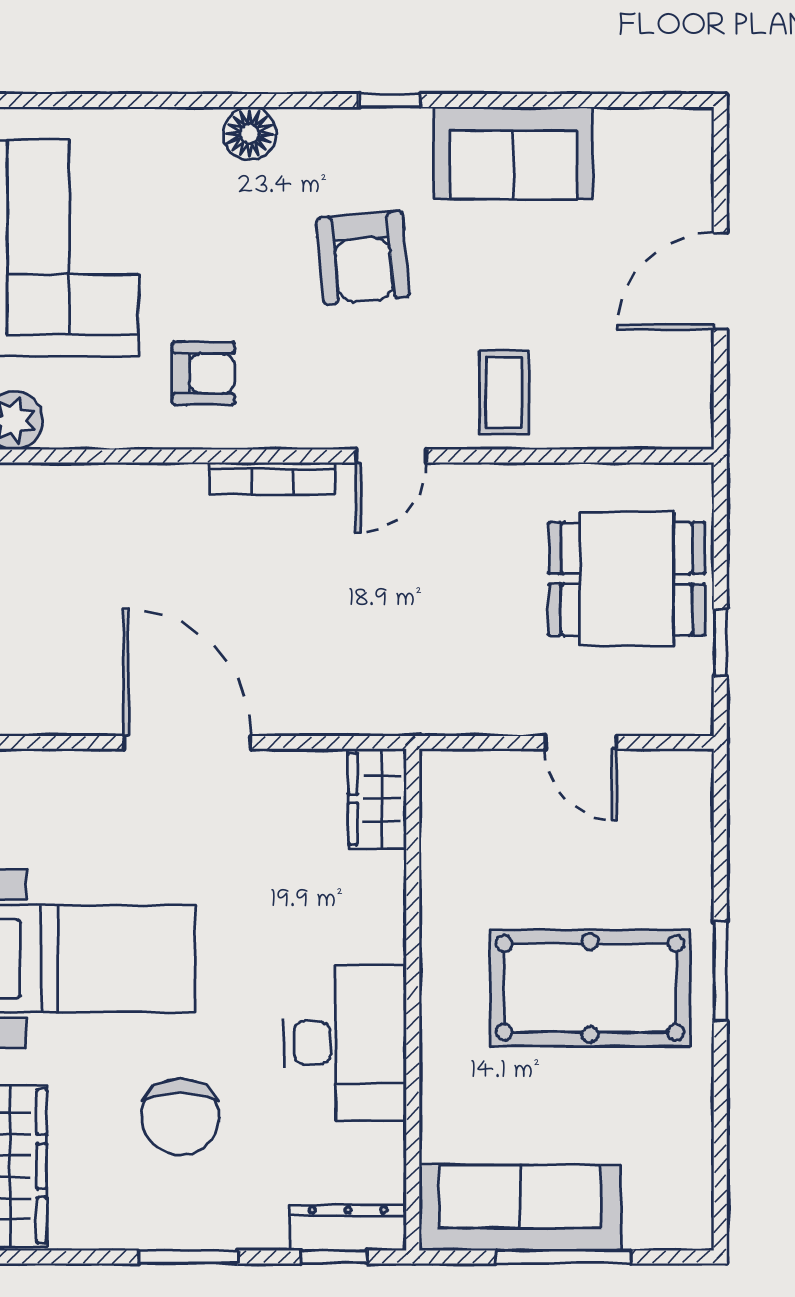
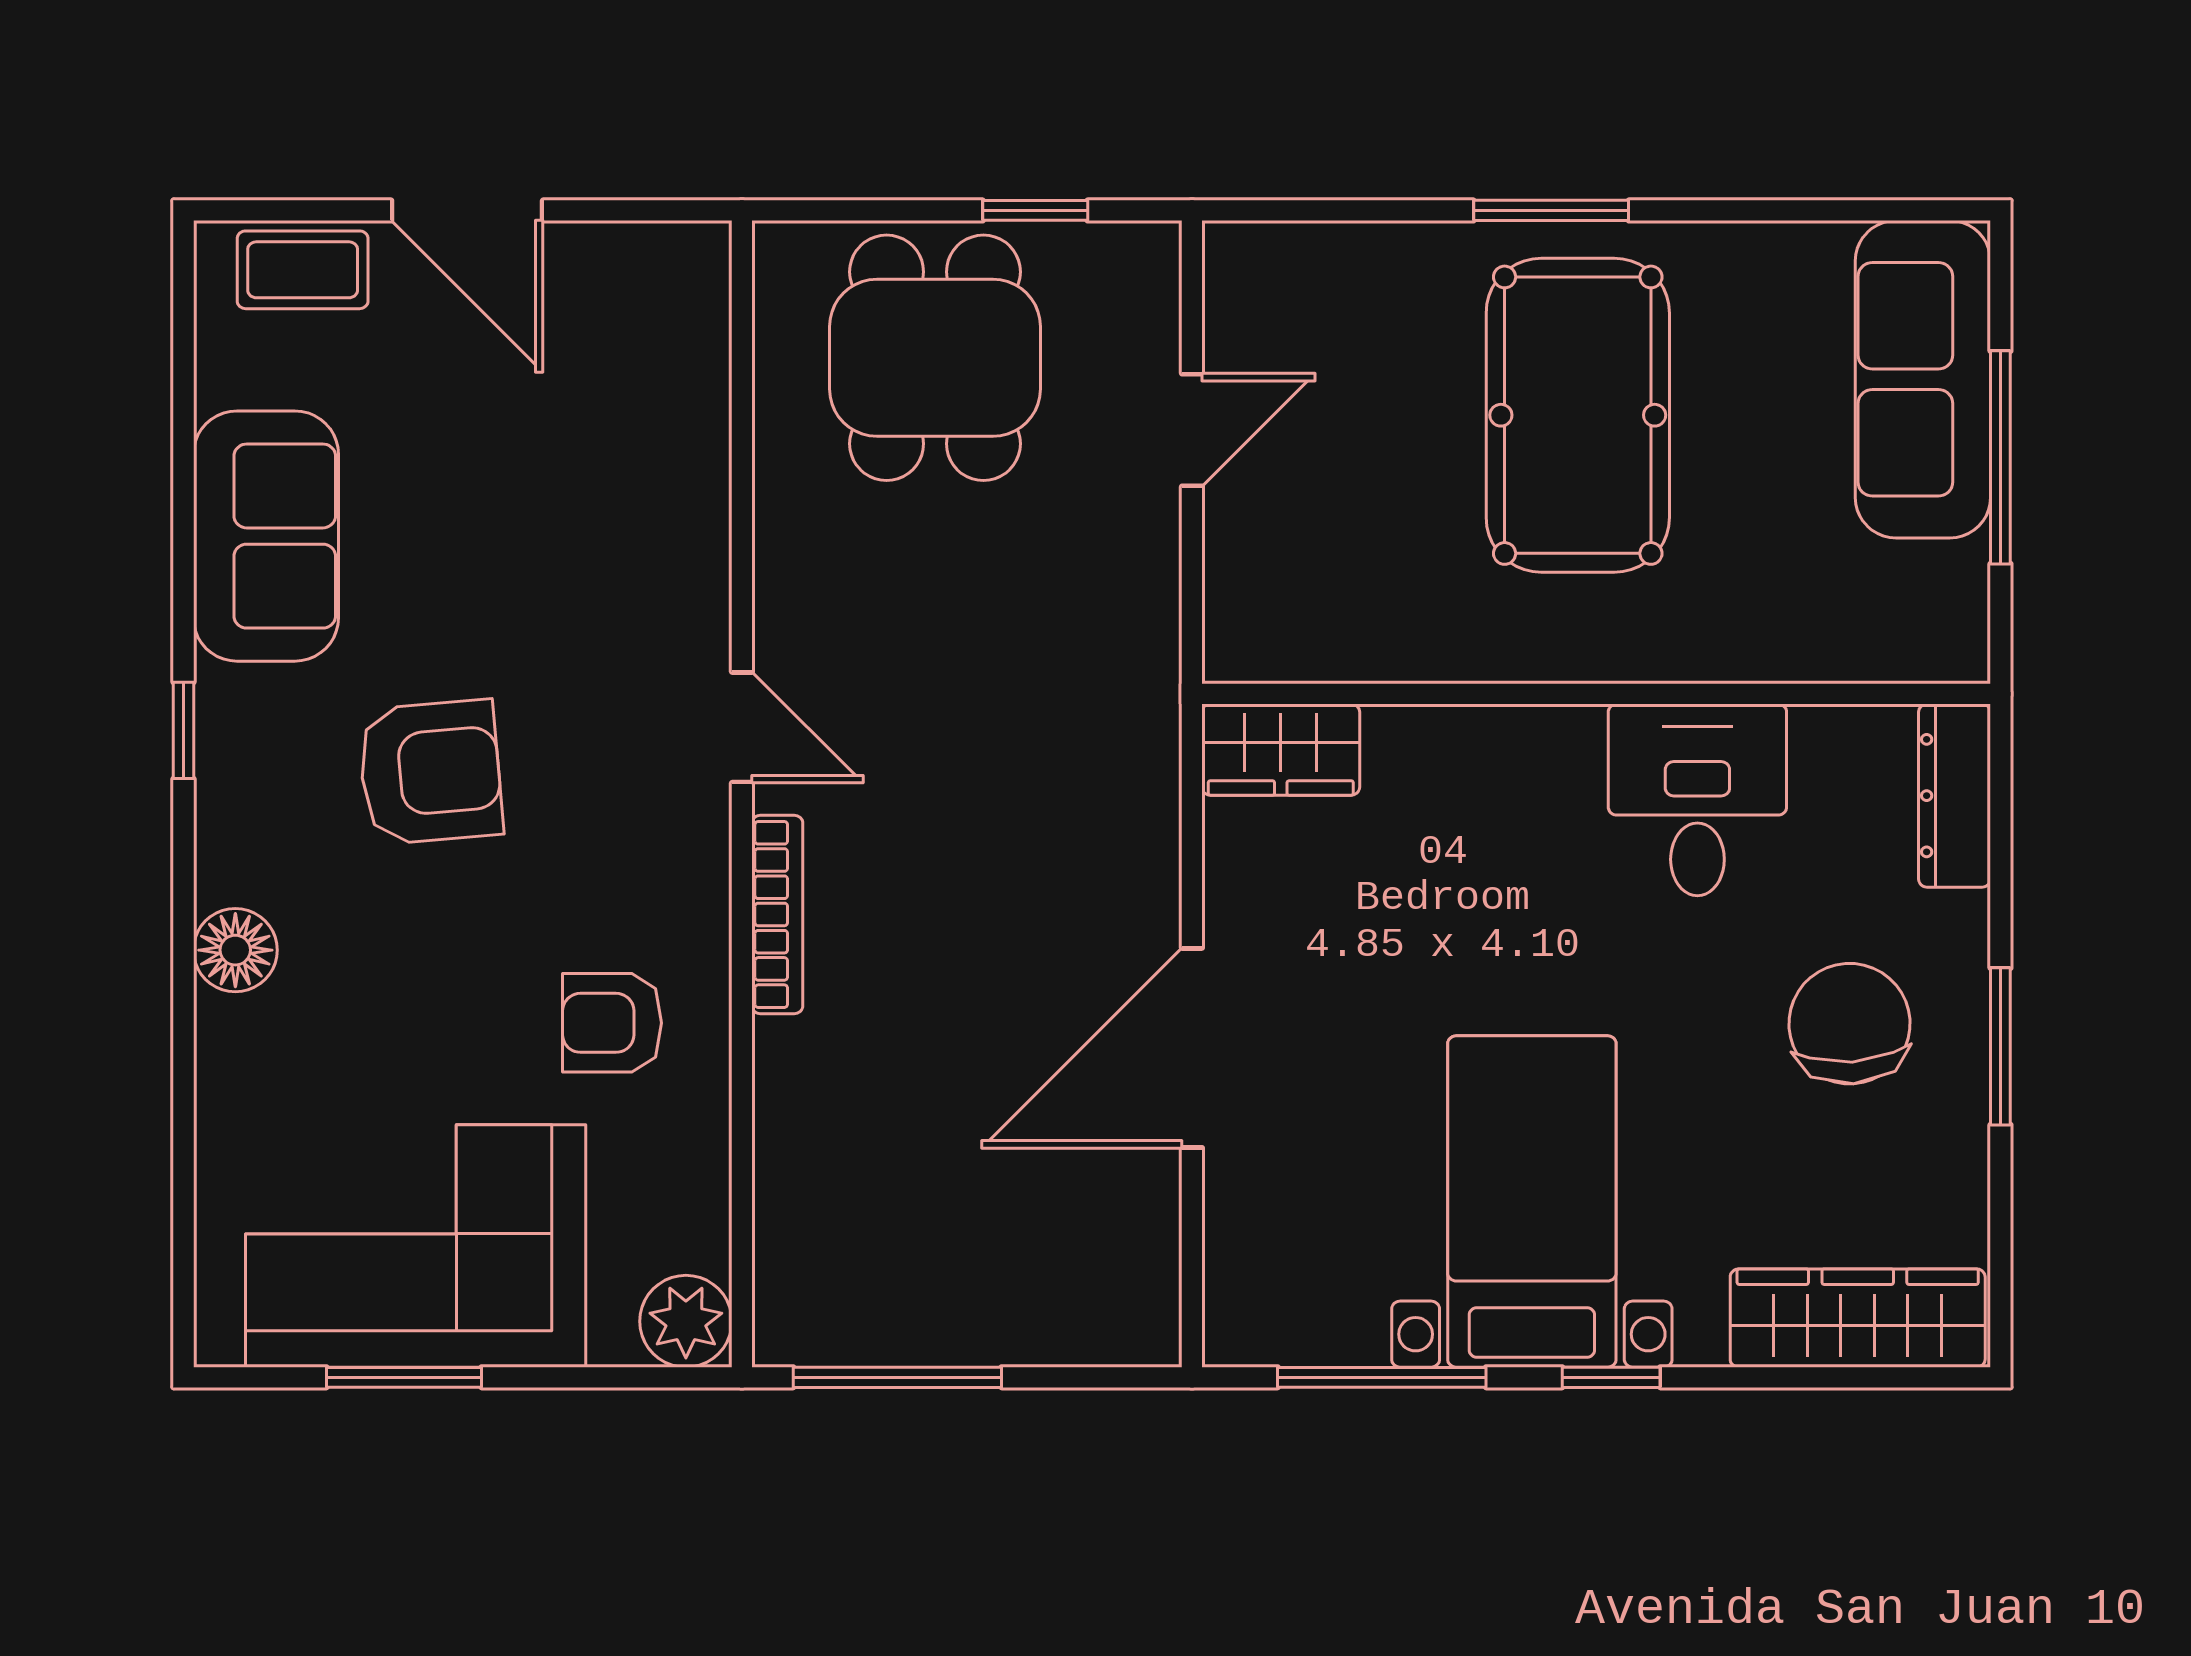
armchair: (203, 373) -> (612, 1023), turned -90
coffee table: (504, 392) -> (303, 270), moved
desk: (345, 1043) -> (1697, 800), width x0.73
chair: (180, 1117) -> (1849, 1024), moved, turned -94
sofa: (520, 1208) -> (1923, 379), moved
window: (334, 1257) -> (2000, 818), removed

